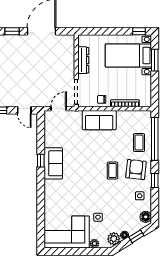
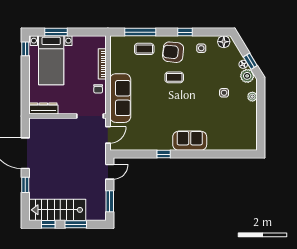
dresser: (83, 60) -> (43, 109), moved
door: (59, 109) -> (108, 135), swing flipped
sofa: (99, 120) -> (120, 98), width x1.36
window: (155, 139) -> (140, 32), width x0.68
sofa: (53, 163) -> (190, 141), moved
corner sofa: (67, 232) -> (240, 126), removed
window: (136, 236) -> (250, 61), moved

